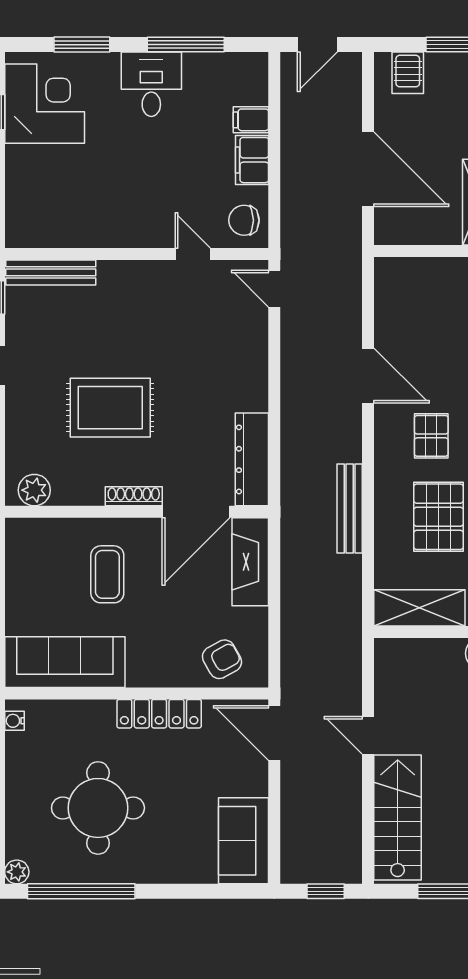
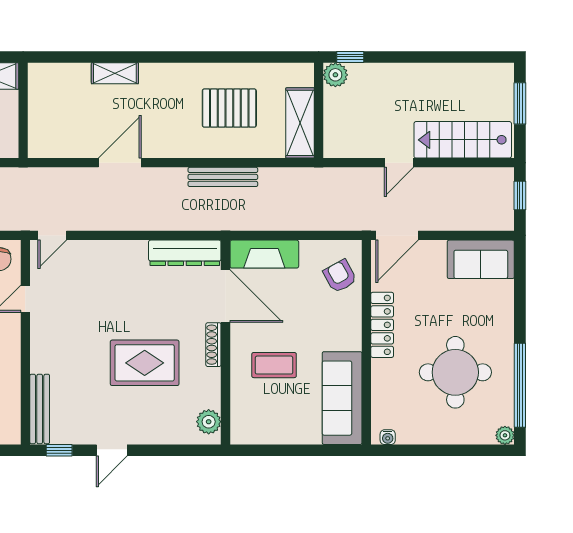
rug: (110, 408) -> (145, 363), turned 90
pallet: (431, 436) -> (167, 114), removed

